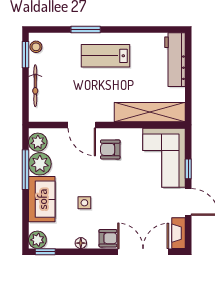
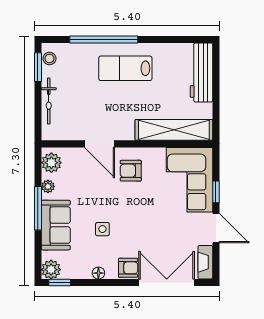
window: (86, 29) -> (104, 39), width x2.11
plant: (40, 164) -> (48, 186), width x0.53, depth x0.53
window: (25, 170) -> (38, 208), moved

